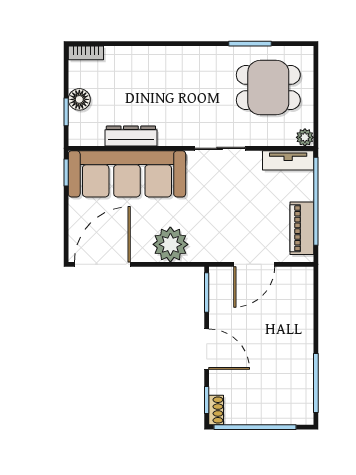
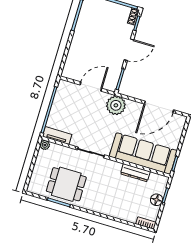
dining table: (268, 88) -> (66, 184), moved
piano: (302, 228) -> (60, 98), removed
plant: (170, 244) -> (116, 105), moved
door: (102, 264) -> (159, 107), moved
door: (207, 349) -> (129, 50), swing flipped

